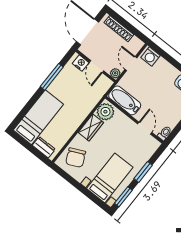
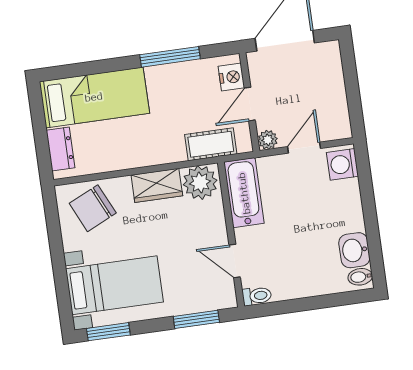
shoe rack: (119, 29) -> (335, 80), removed
cot: (96, 94) -> (211, 144), added
door: (145, 128) -> (235, 261), swing flipped
window: (143, 172) -> (196, 319), moved

